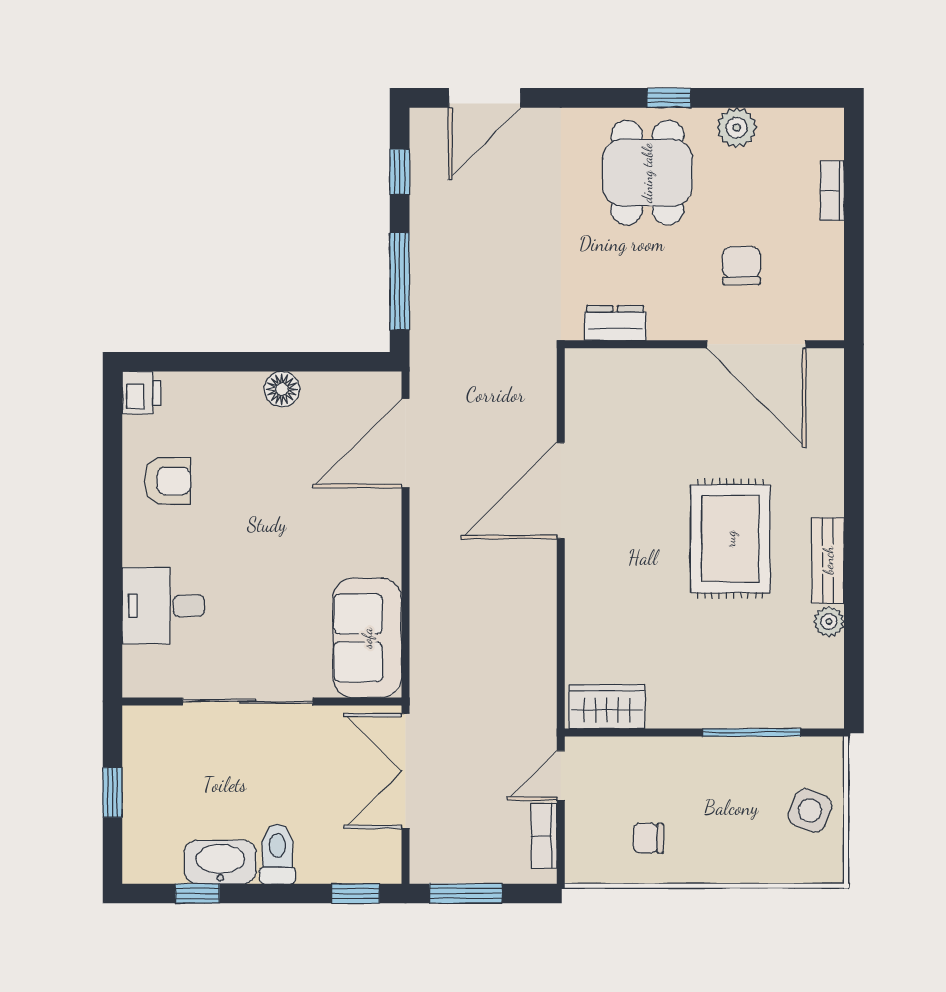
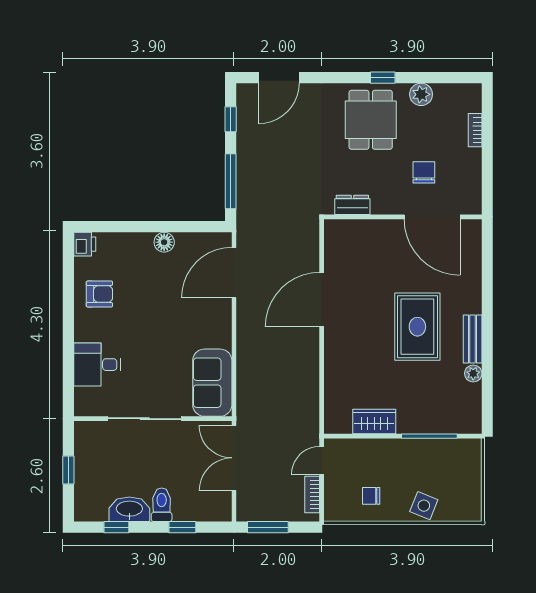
wardrobe: (607, 707) -> (374, 422), moved
side table: (810, 810) -> (424, 506), moved
window: (355, 894) -> (182, 527), moved

